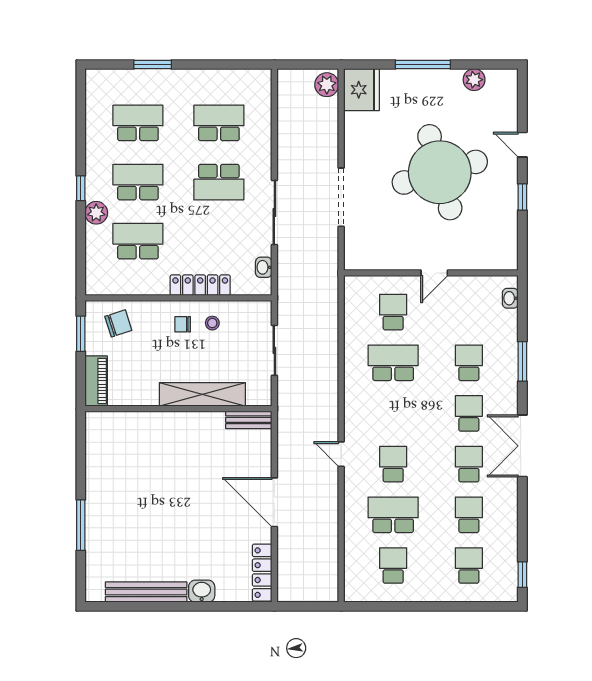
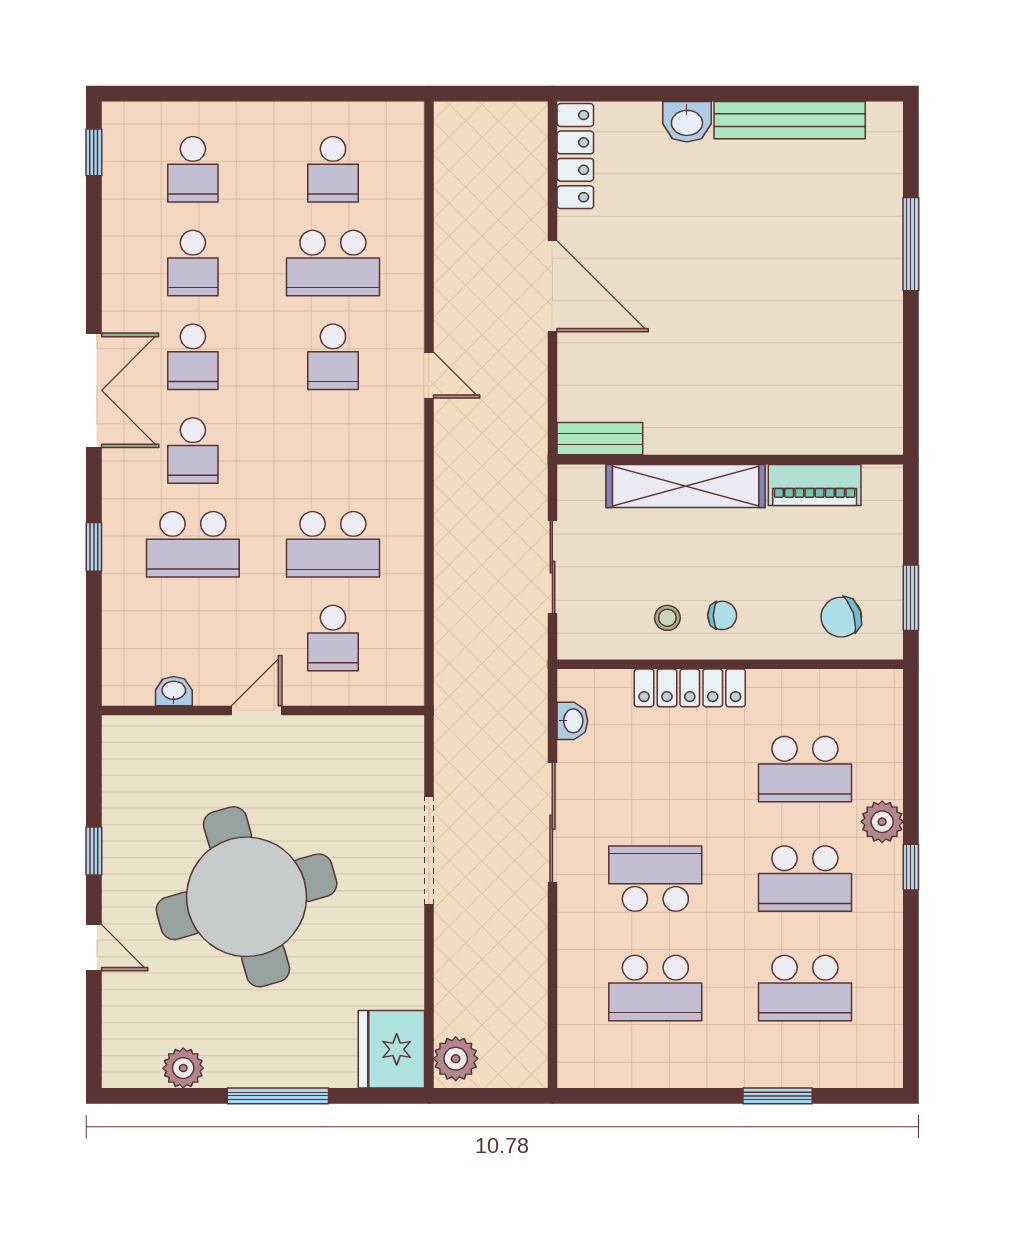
washbasin: (510, 298) -> (174, 691), moved, turned -90
window: (522, 361) -> (94, 547), width x0.67
school desk: (469, 363) -> (193, 544), width x1.85
piano: (96, 381) -> (815, 485), moved, turned -90

